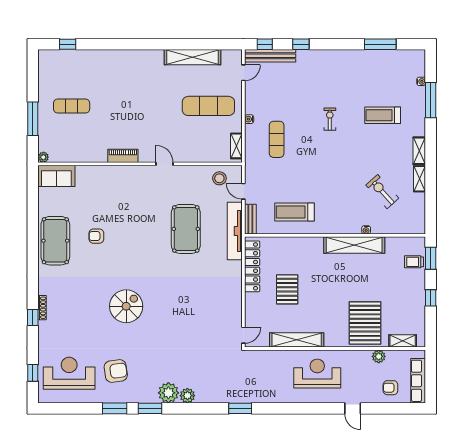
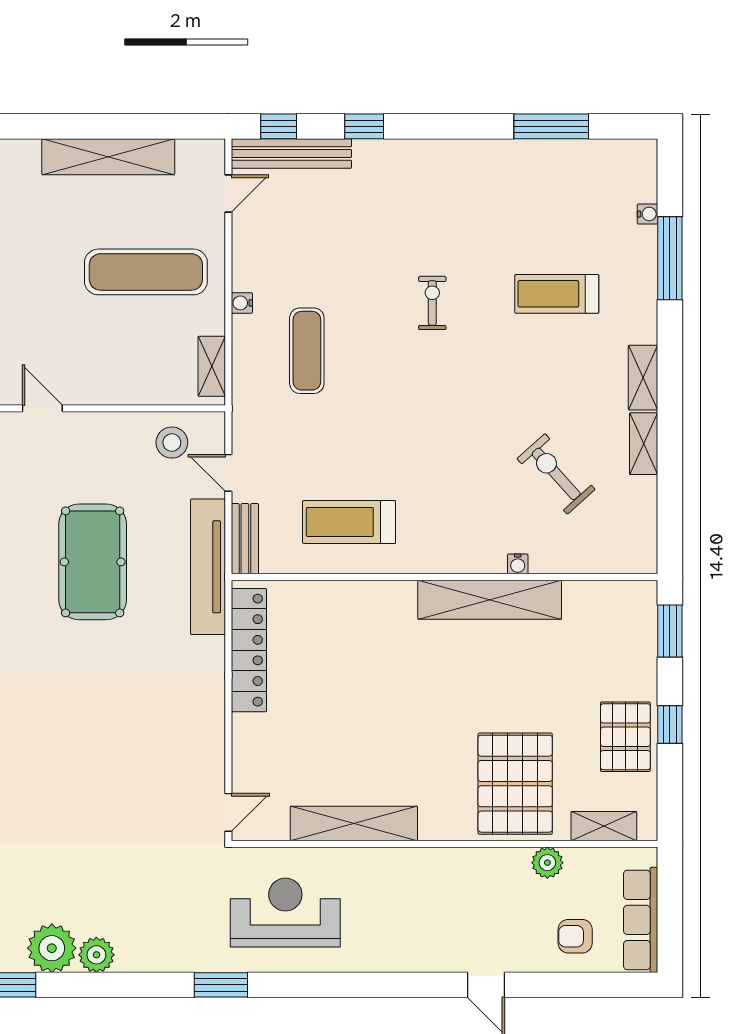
trolley: (414, 262) -> (631, 639), removed
pallet: (287, 289) -> (625, 737), moved
reception desk: (317, 374) -> (285, 912), moved

